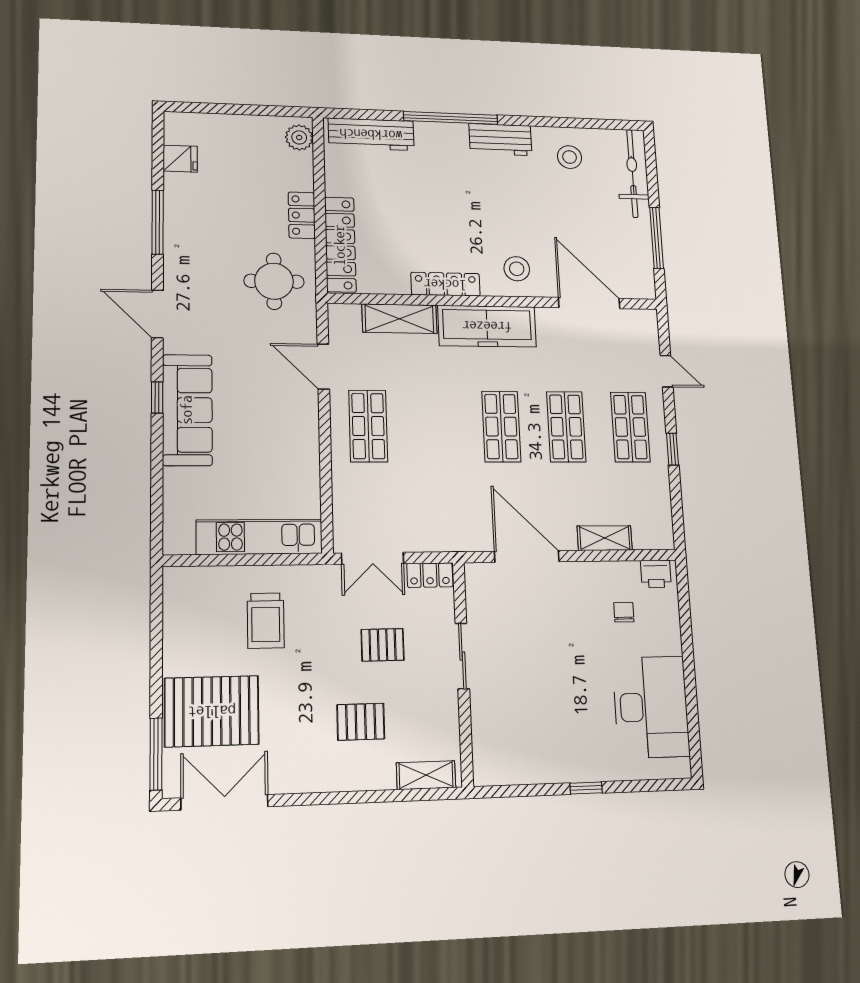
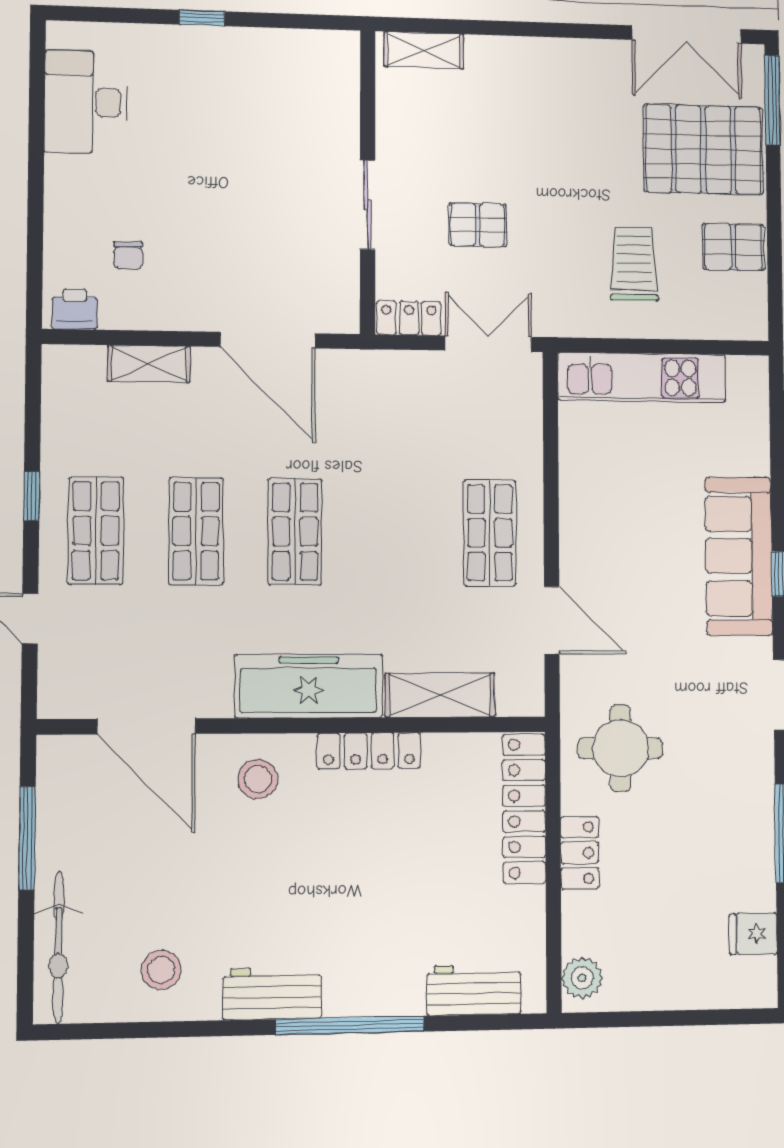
workbench: (371, 134) -> (474, 990), width x0.73
desk: (651, 707) -> (86, 102), width x0.73, depth x0.77
pallet: (361, 722) -> (733, 247), moved

